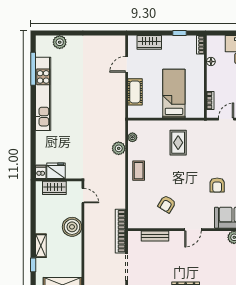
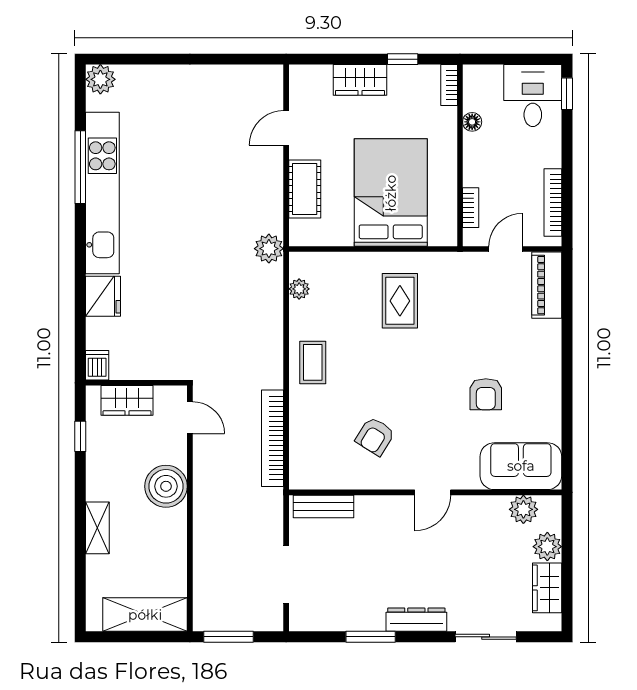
plant: (60, 42) -> (100, 79), moved
wardrobe: (149, 42) -> (360, 80), moved
window: (33, 69) -> (80, 167), moved
bed: (174, 94) -> (391, 193), width x1.50
plant: (119, 148) -> (269, 249), moved
fridge: (56, 171) -> (103, 296), moved, turned 90
bookcase: (120, 231) -> (273, 438), moved
bench: (155, 236) -> (324, 507), moved
window: (33, 265) -> (80, 436), moved

